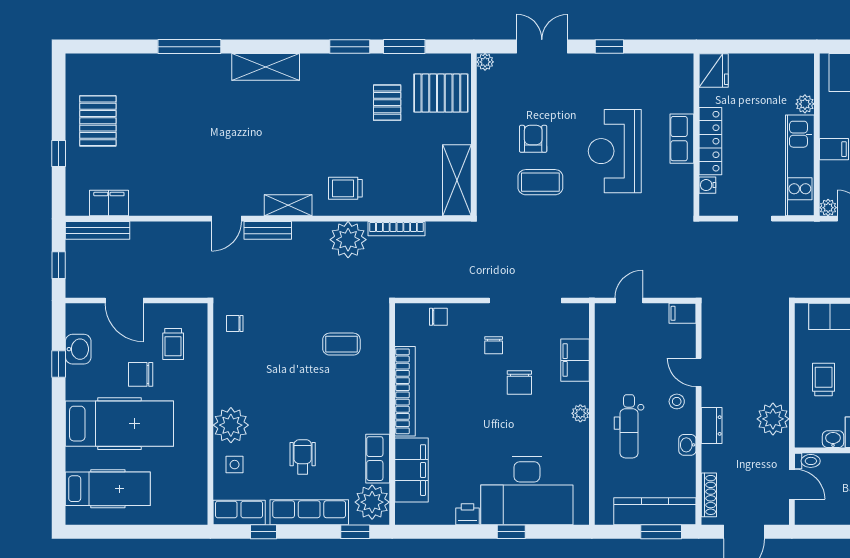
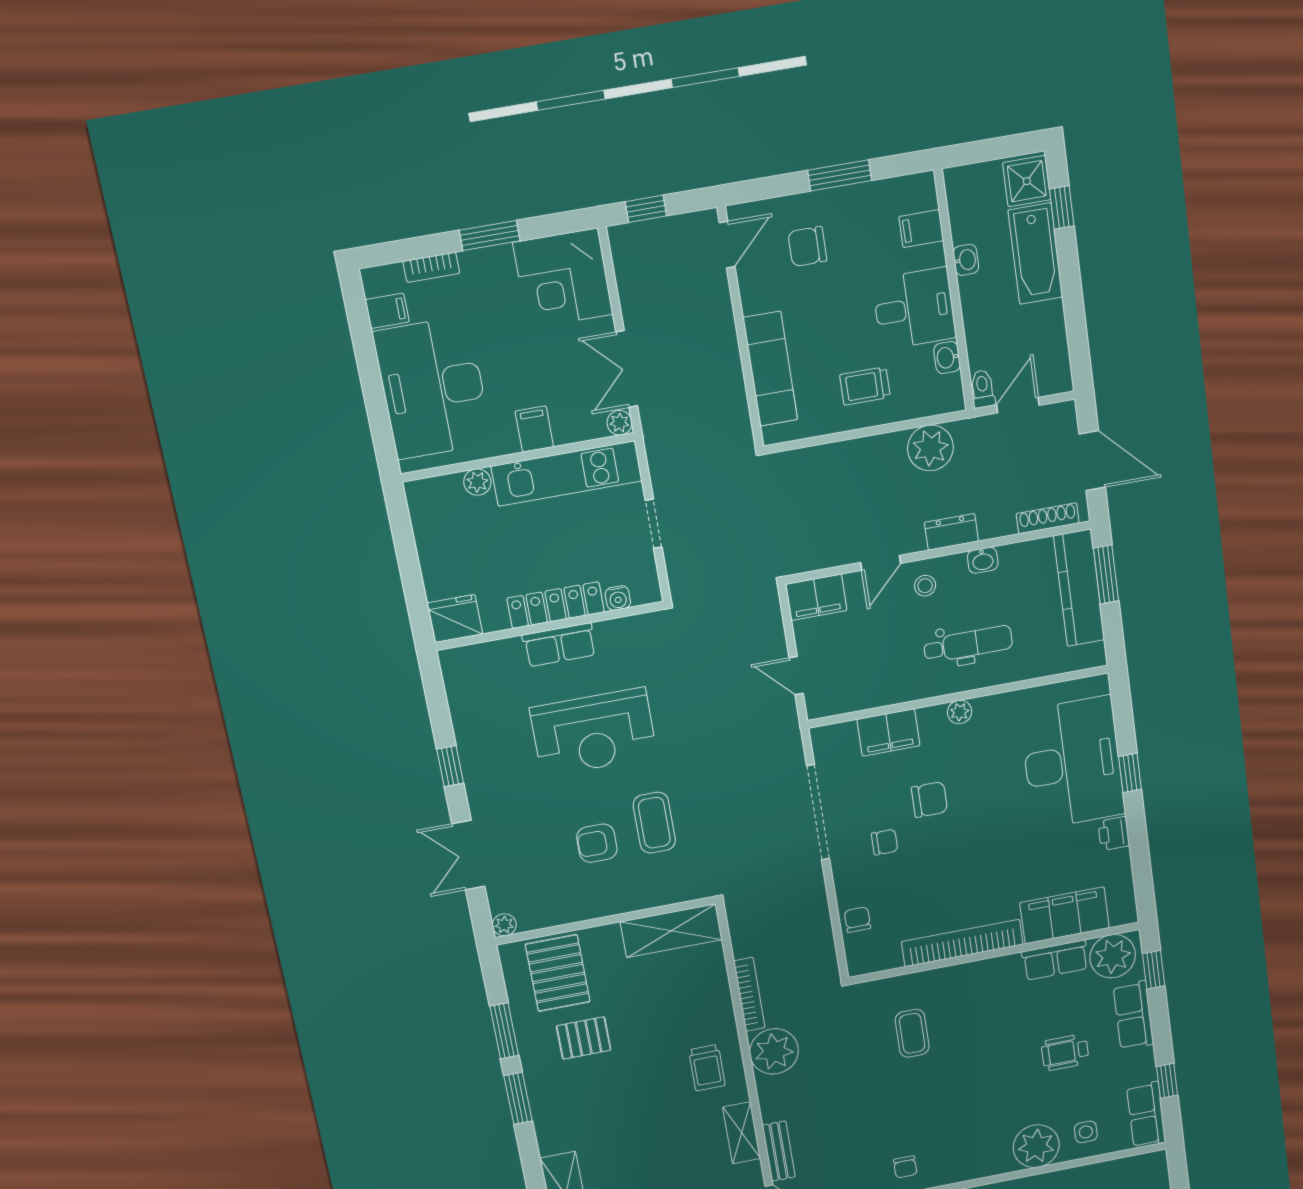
filing cabinet: (683, 313) -> (816, 597), width x2.00
row of seats: (309, 512) -> (1133, 1015), width x0.68

